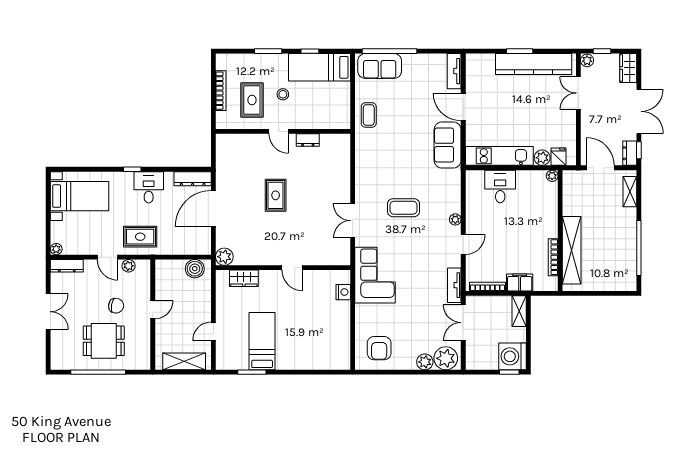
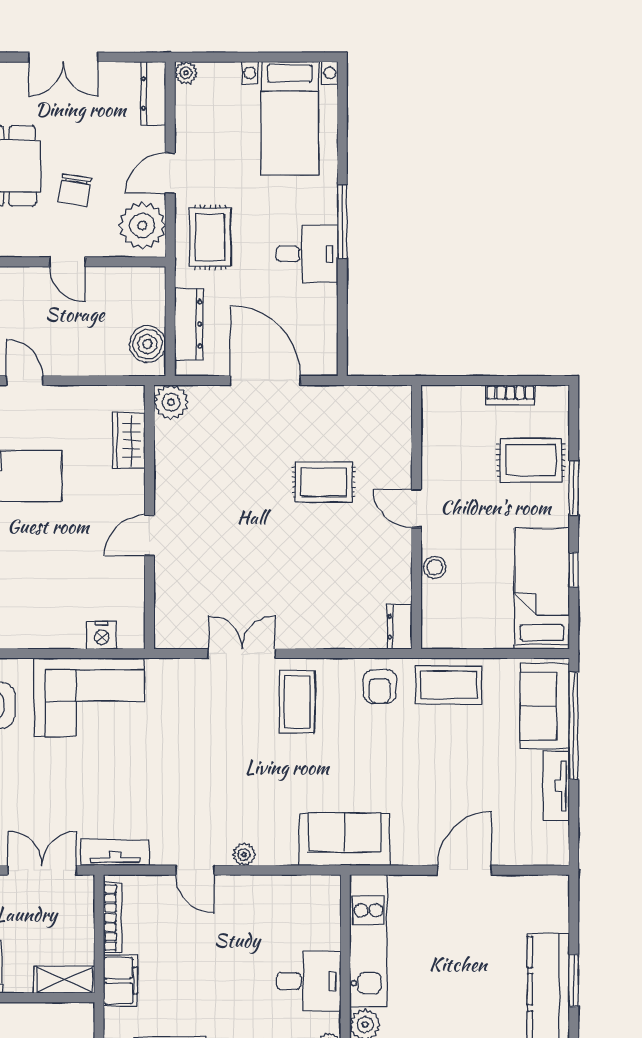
tv unit: (454, 71) -> (556, 786), moved, turned -90
bookcase: (221, 91) -> (510, 395), width x0.64
stool: (283, 94) -> (435, 567), moved
rug: (252, 100) -> (531, 460), moved
coffee table: (369, 115) -> (449, 685), width x1.36, depth x1.30
door: (279, 131) -> (416, 508), hinge flipped
dresser: (308, 140) -> (399, 627), moved
sofa: (448, 145) -> (344, 839), moved
armchair: (370, 150) -> (380, 687), added
window: (132, 169) -> (342, 222), width x2.17
dresser: (193, 179) -> (189, 324), moved, turned 180
desk: (500, 186) -> (309, 981), moved
rug: (276, 195) -> (324, 482), moved
coffee table: (403, 208) -> (297, 702), moved
plant: (129, 266) -> (142, 225), width x1.87, depth x1.87
corner sofa: (375, 275) -> (89, 697), moved

